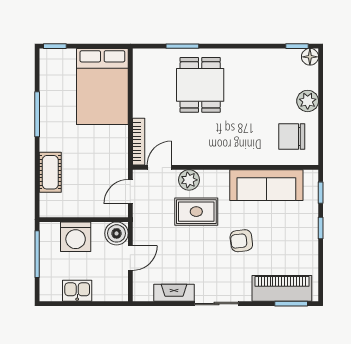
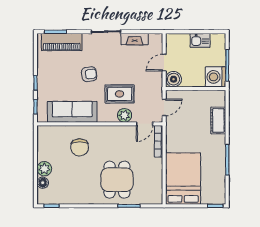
floor lamp: (310, 57) -> (43, 183), moved
chair: (292, 137) -> (80, 147), moved, turned 90
washing machine: (76, 237) -> (216, 77), moved, turned -90

